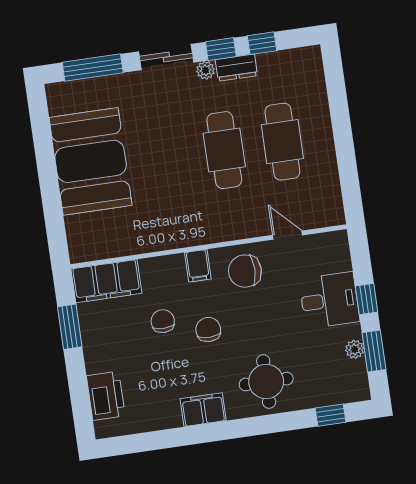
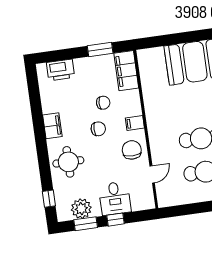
plant: (355, 349) -> (81, 209), width x1.88, depth x1.88

